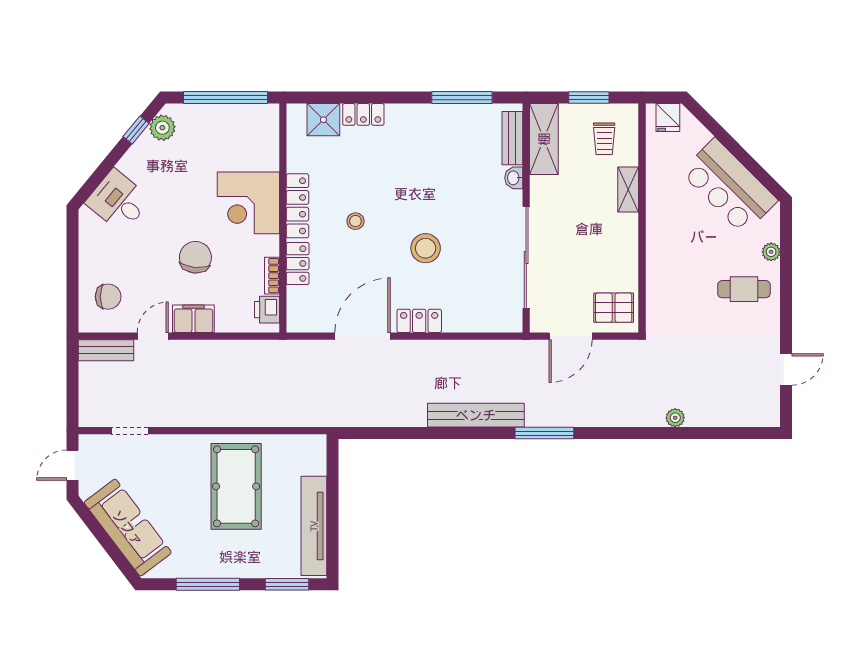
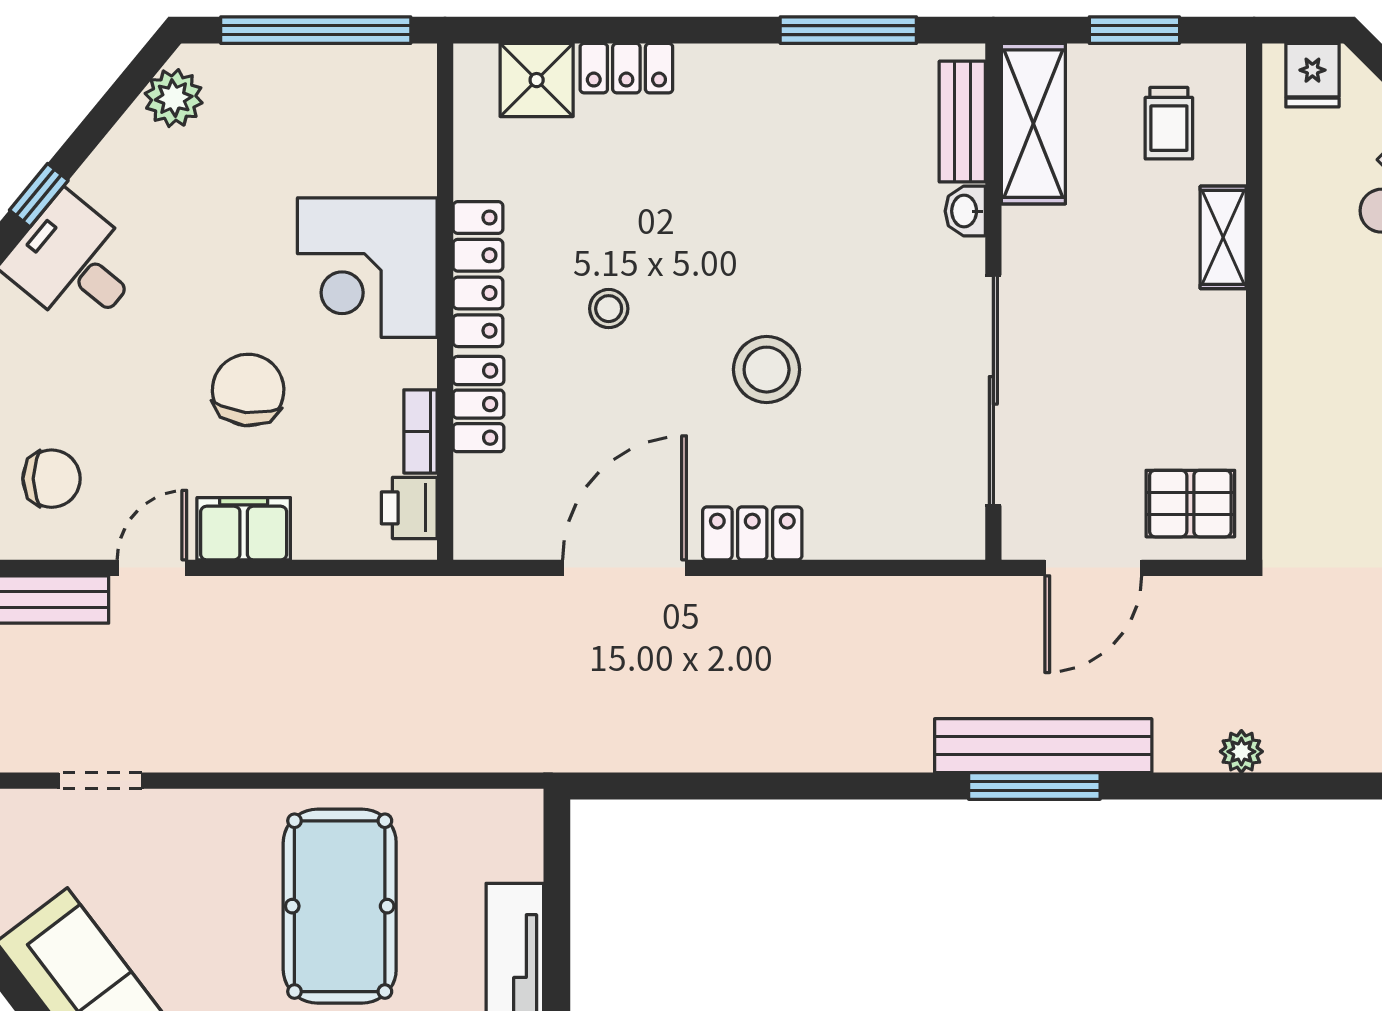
window: (136, 130) -> (39, 195), moved
bench: (476, 415) -> (1043, 746), moved
plant: (675, 418) -> (1241, 752), moved

